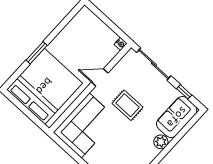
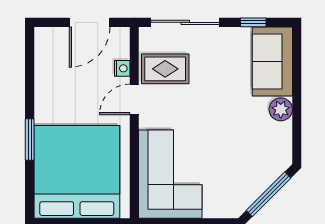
door: (111, 25) -> (90, 22), added
nightstand: (121, 44) -> (122, 68), moved
rug: (128, 105) -> (165, 69), moved

